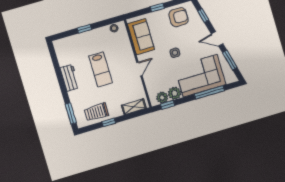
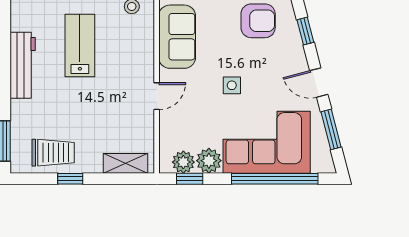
lab bench: (101, 69) -> (80, 45), moved, turned 180
workbench: (70, 78) -> (23, 65), width x1.38
window: (209, 92) -> (275, 179), width x1.46
trolley: (96, 112) -> (53, 153), turned 180

